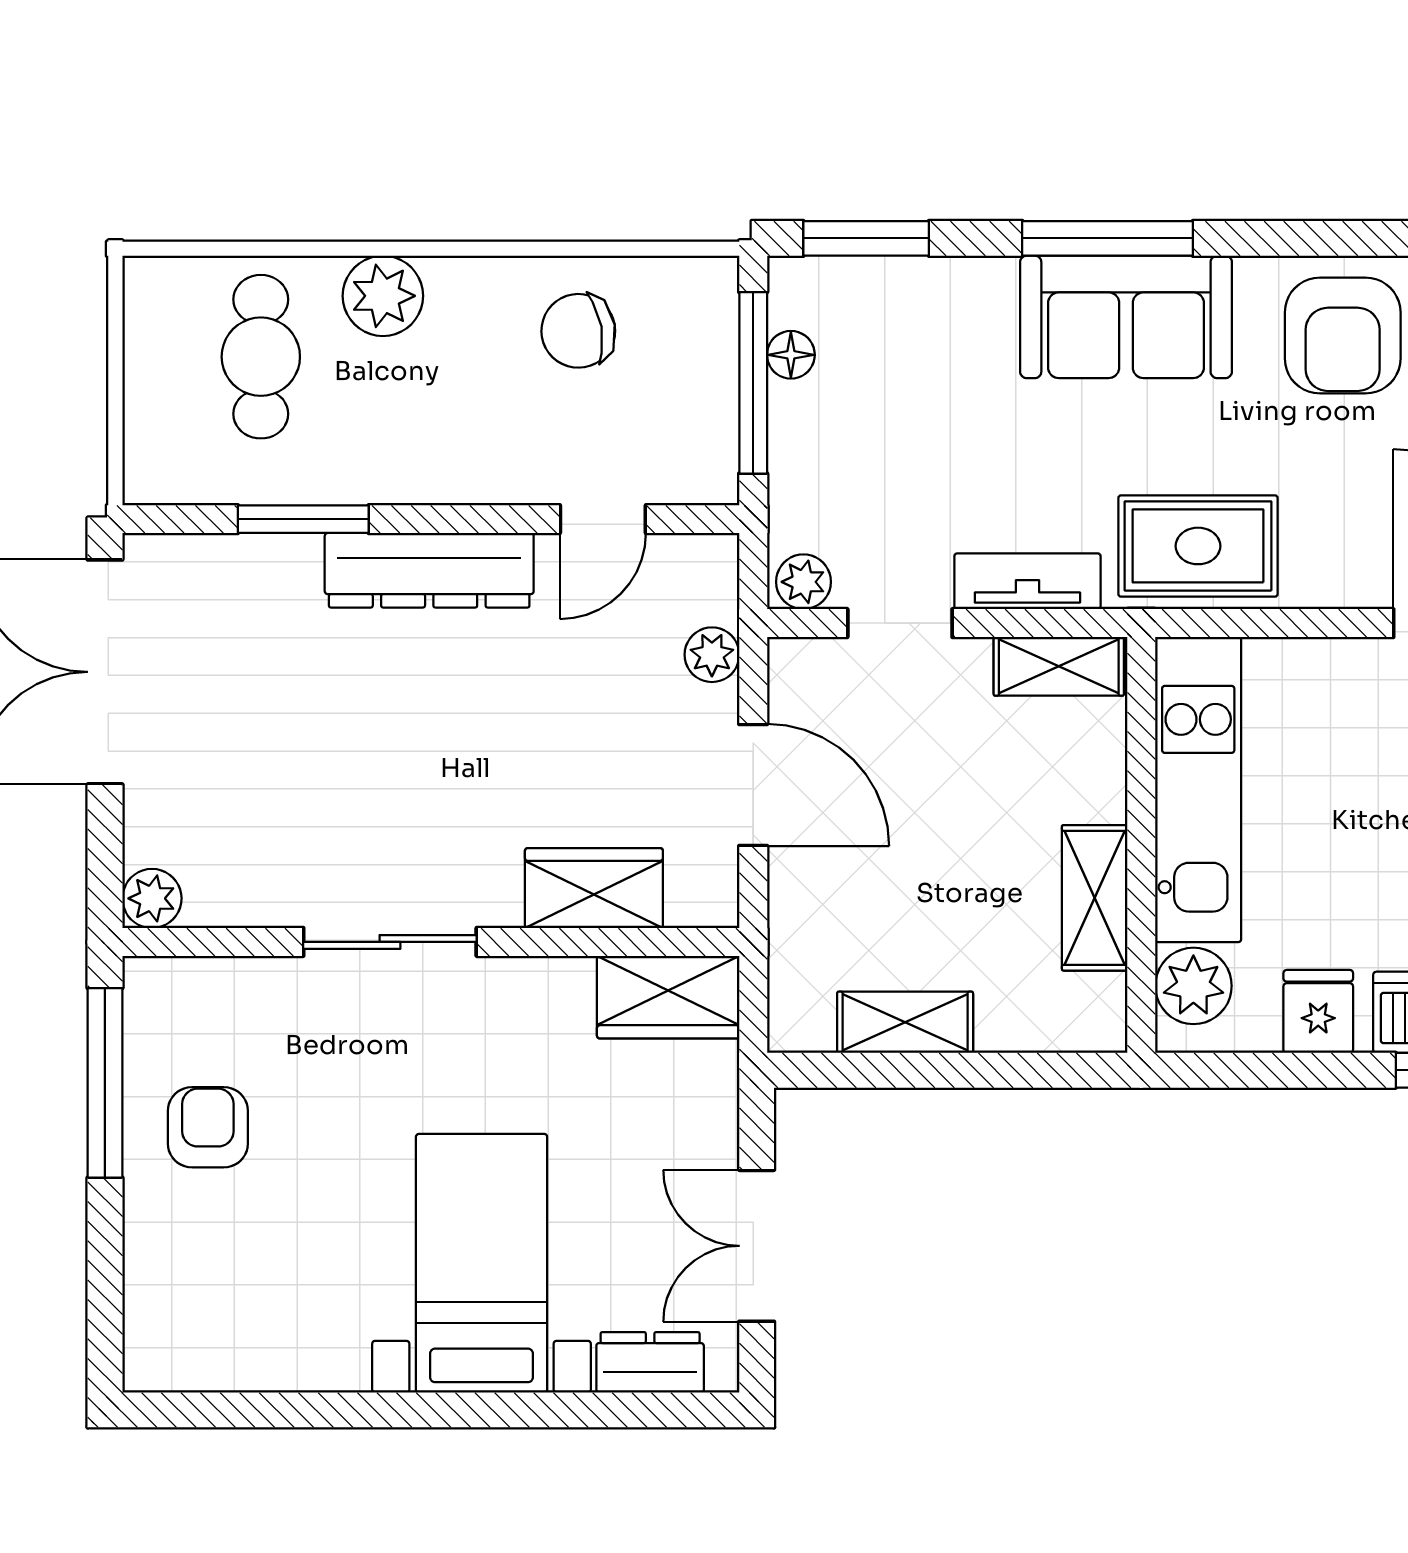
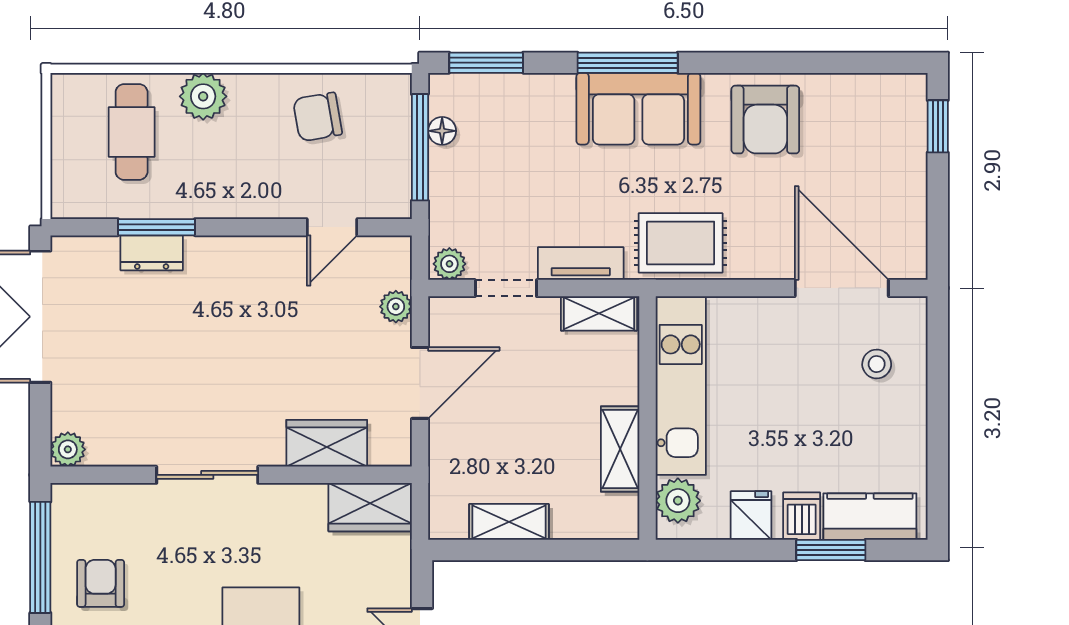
dresser: (429, 570) -> (152, 253), moved, width x0.51, depth x0.80
door: (753, 785) -> (420, 383), hinge flipped

